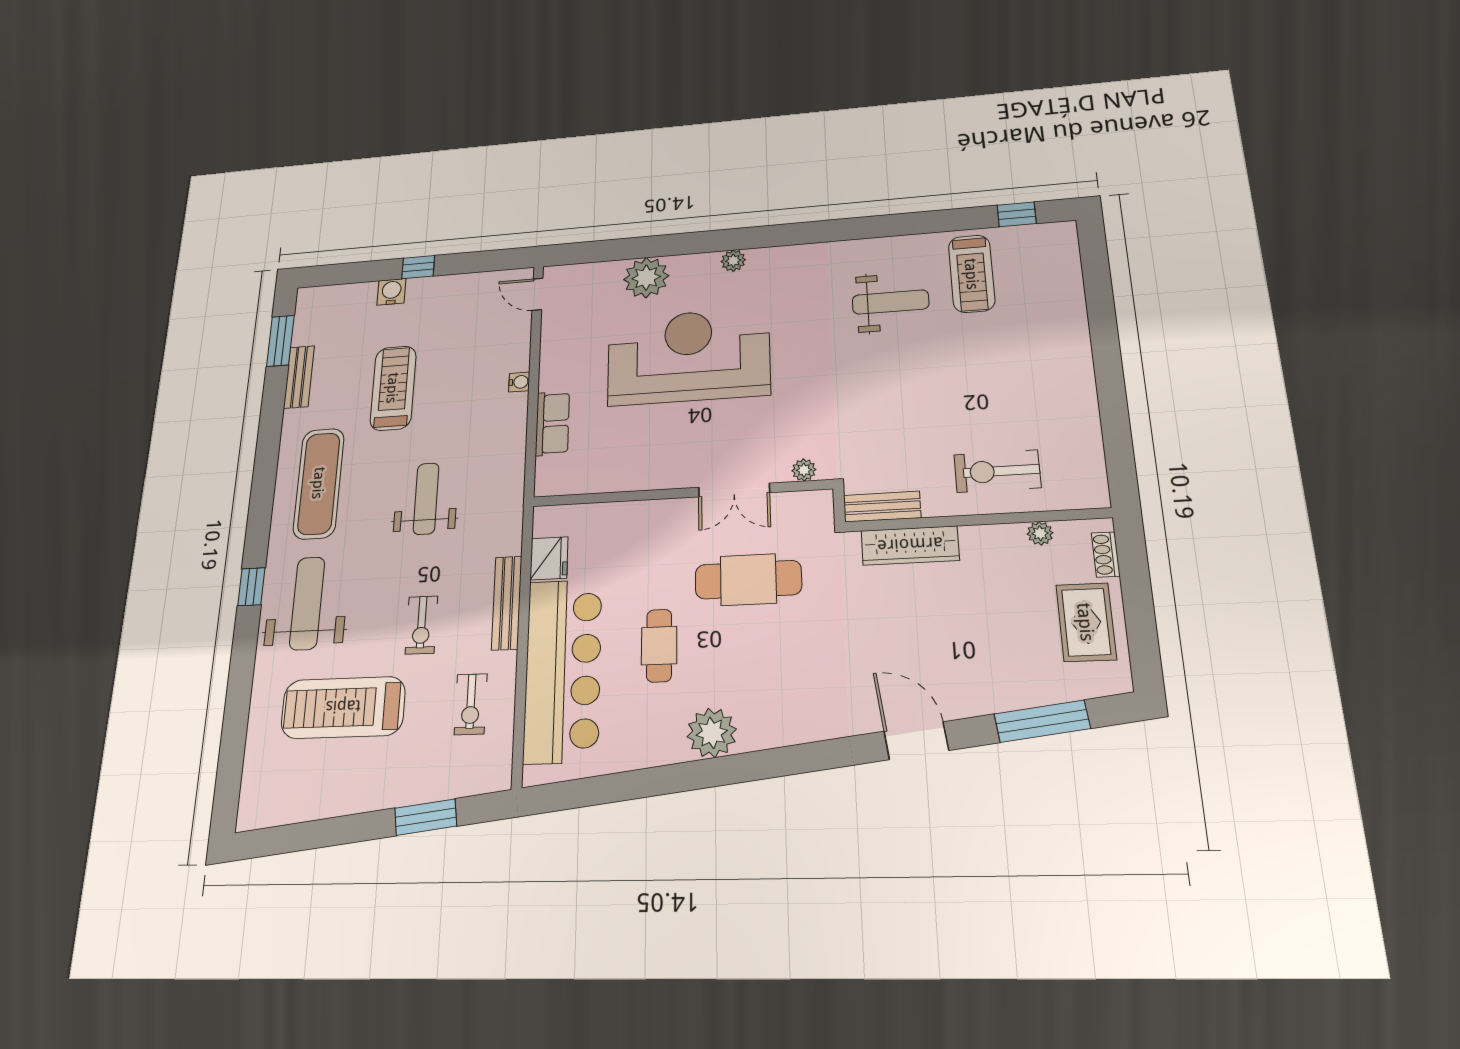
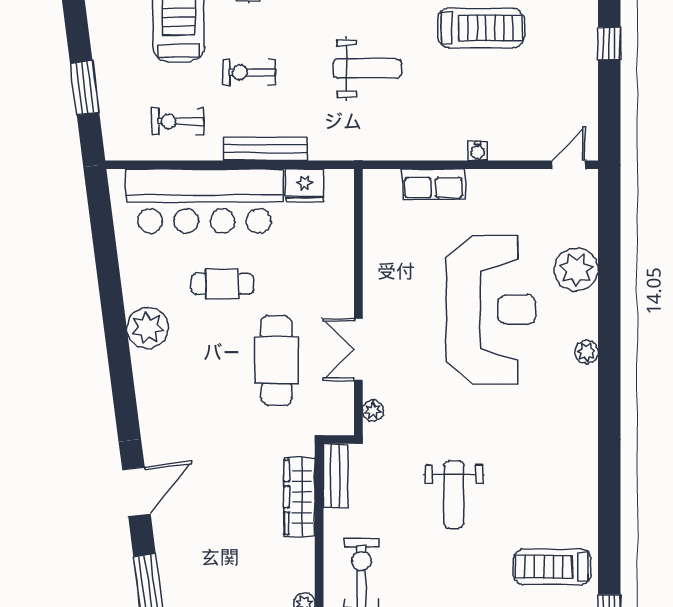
water cooler: (391, 292) -> (584, 18), removed
weight bench: (891, 302) -> (454, 494), moved

